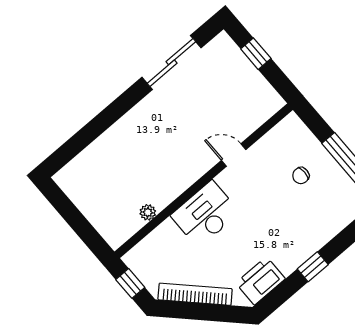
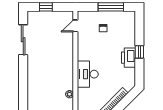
door: (234, 155) -> (75, 26), moved
printer: (260, 281) -> (128, 58), moved

